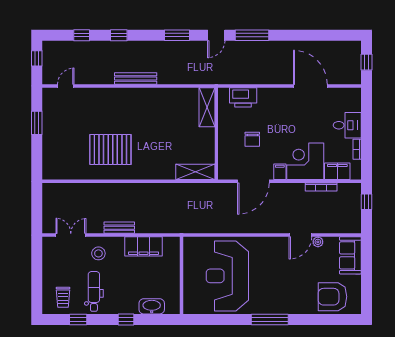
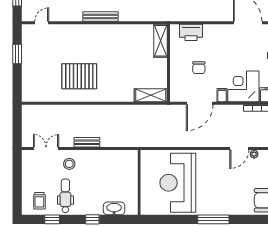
filing cabinet: (143, 246) -> (107, 158), removed

